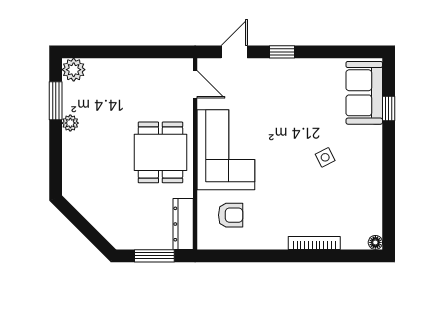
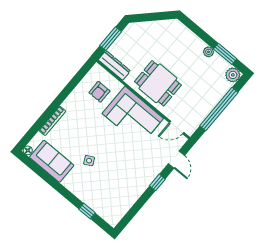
window: (130, 52) -> (219, 109), added
sofa: (364, 93) -> (52, 161), moved

